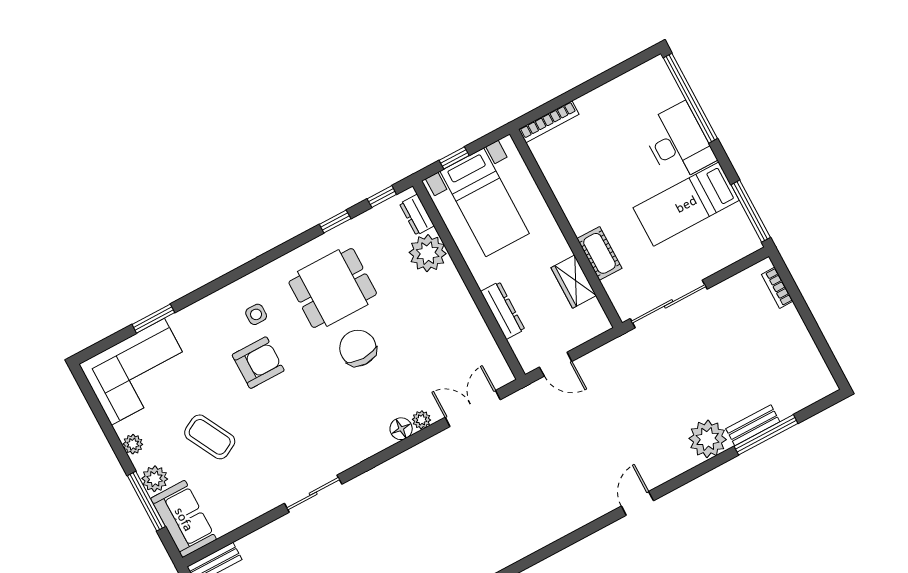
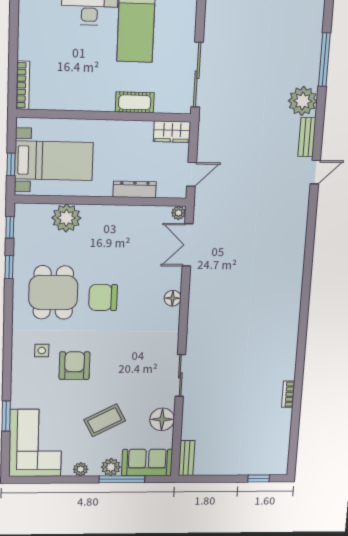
dresser: (417, 215) -> (36, 211), removed
wardrobe: (574, 282) -> (172, 132), moved
plant: (421, 420) -> (179, 213), moved
bench: (753, 425) -> (307, 137), moved
door: (637, 503) -> (315, 172), swing flipped
floor lamp: (247, 505) -> (162, 419), added

